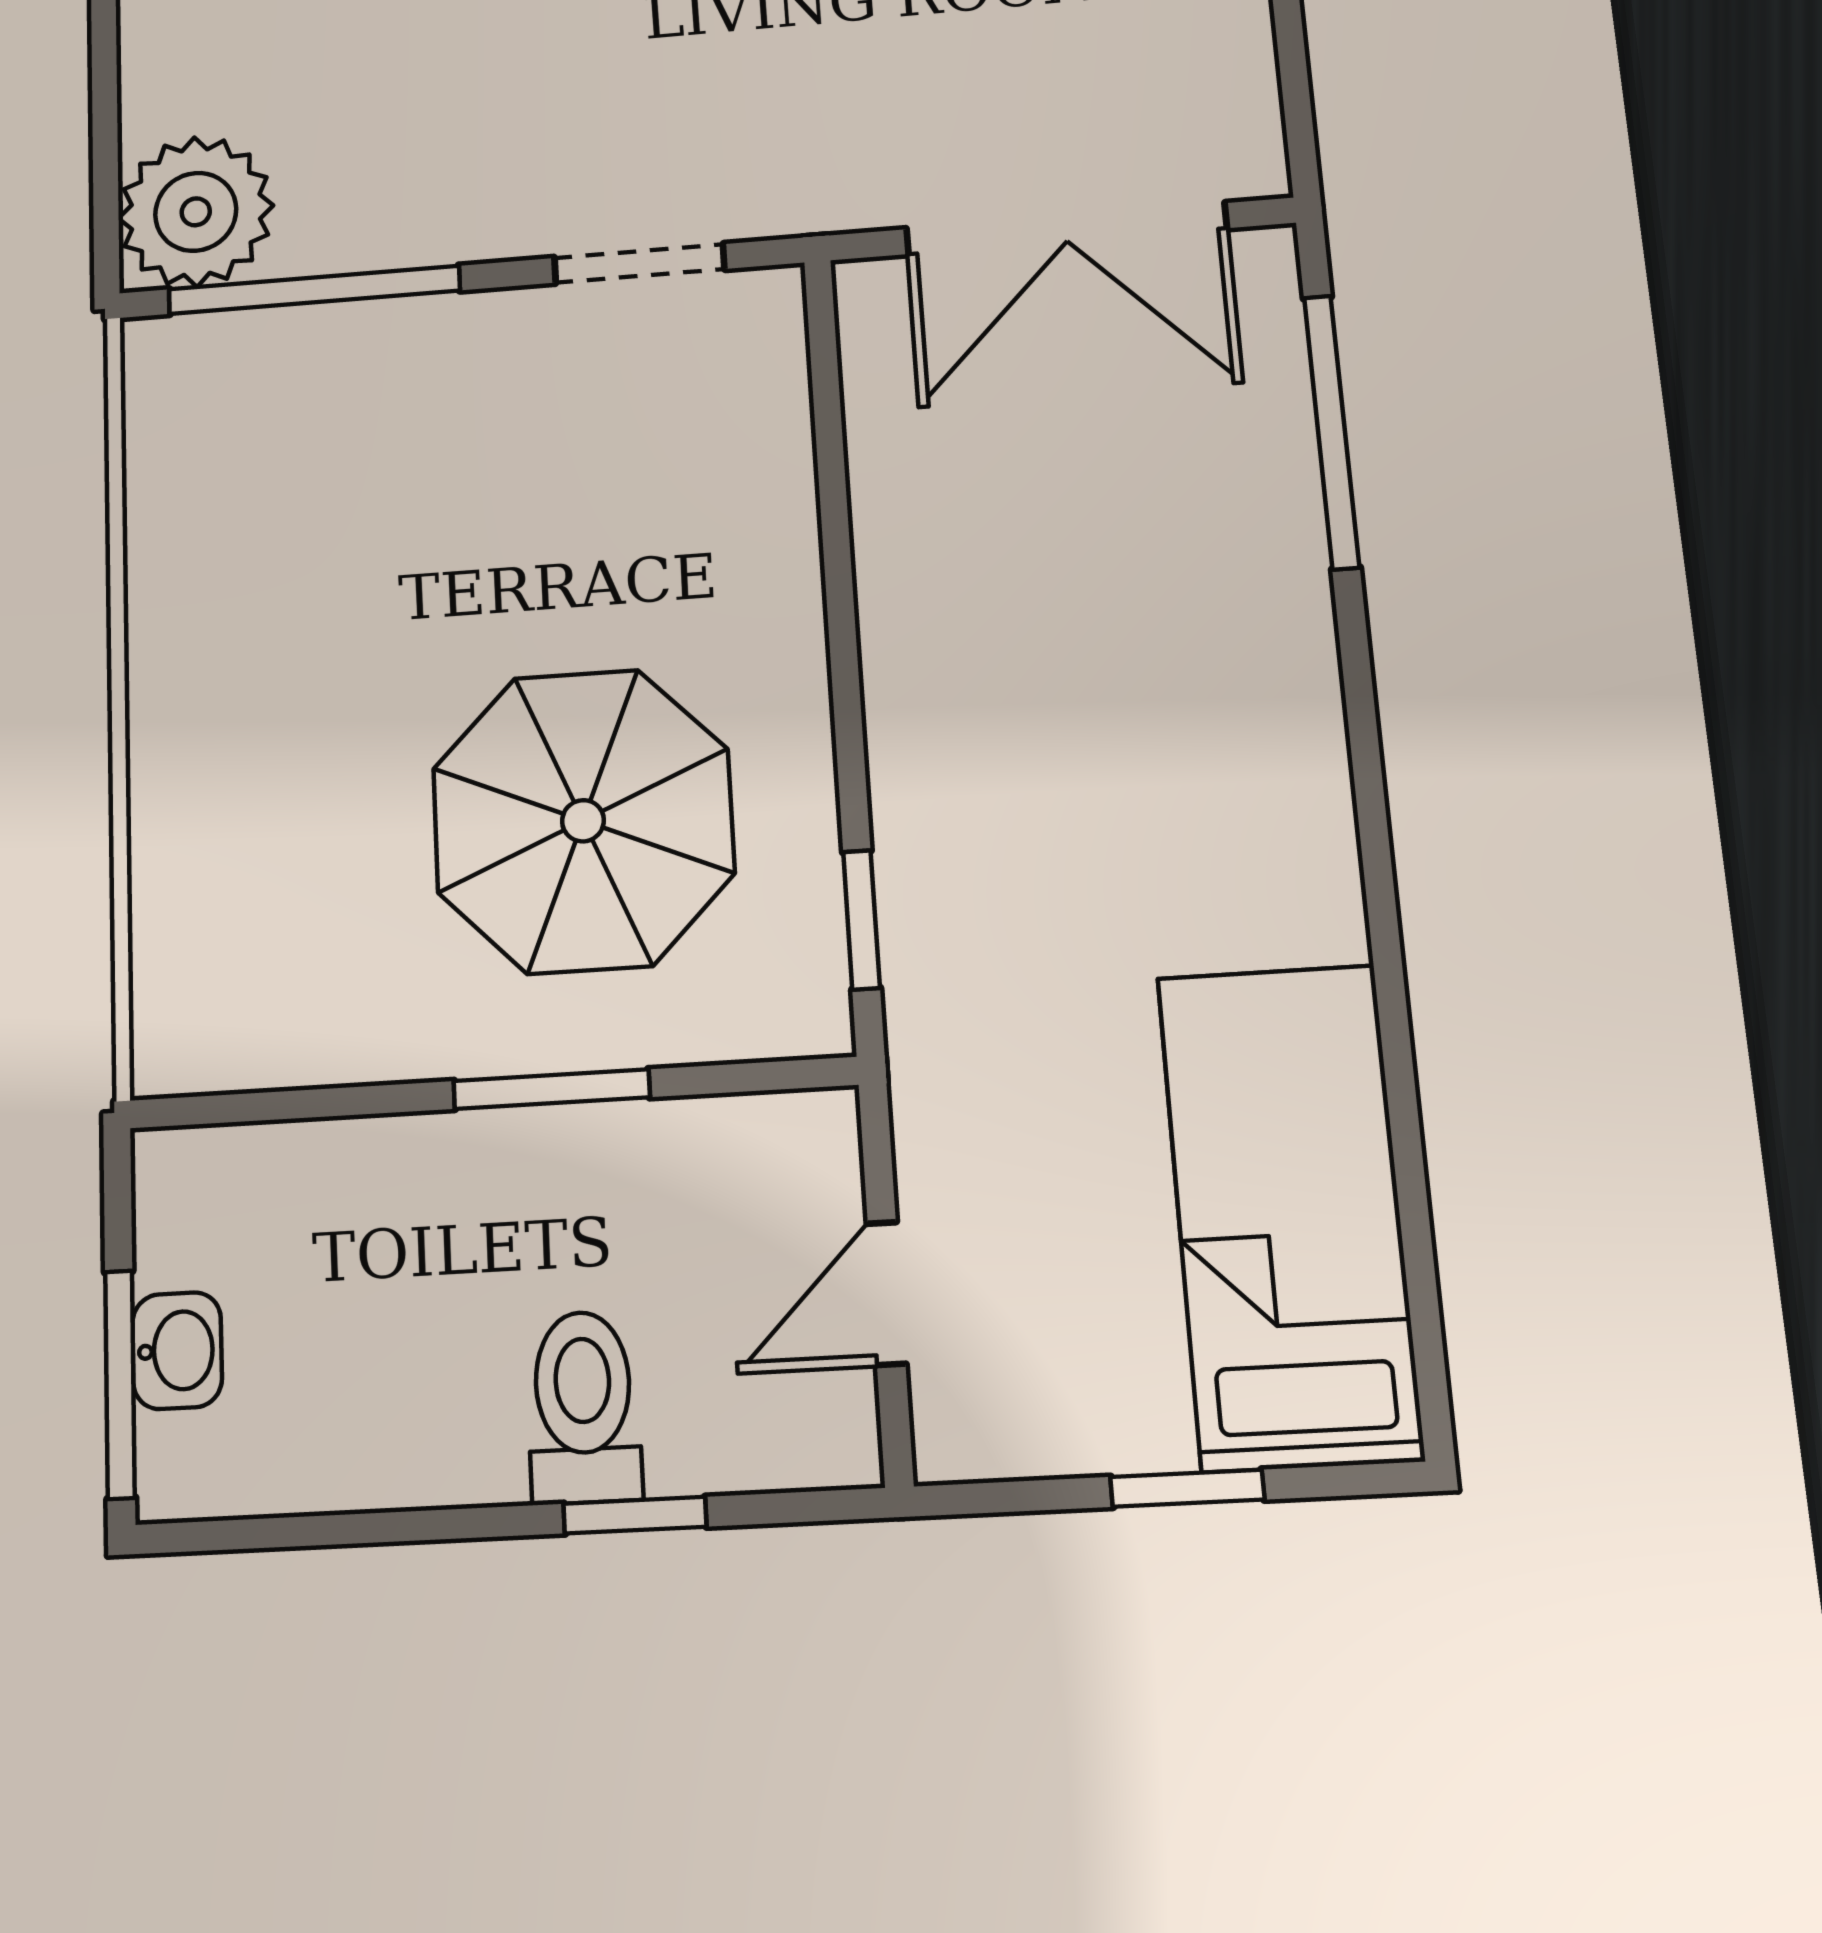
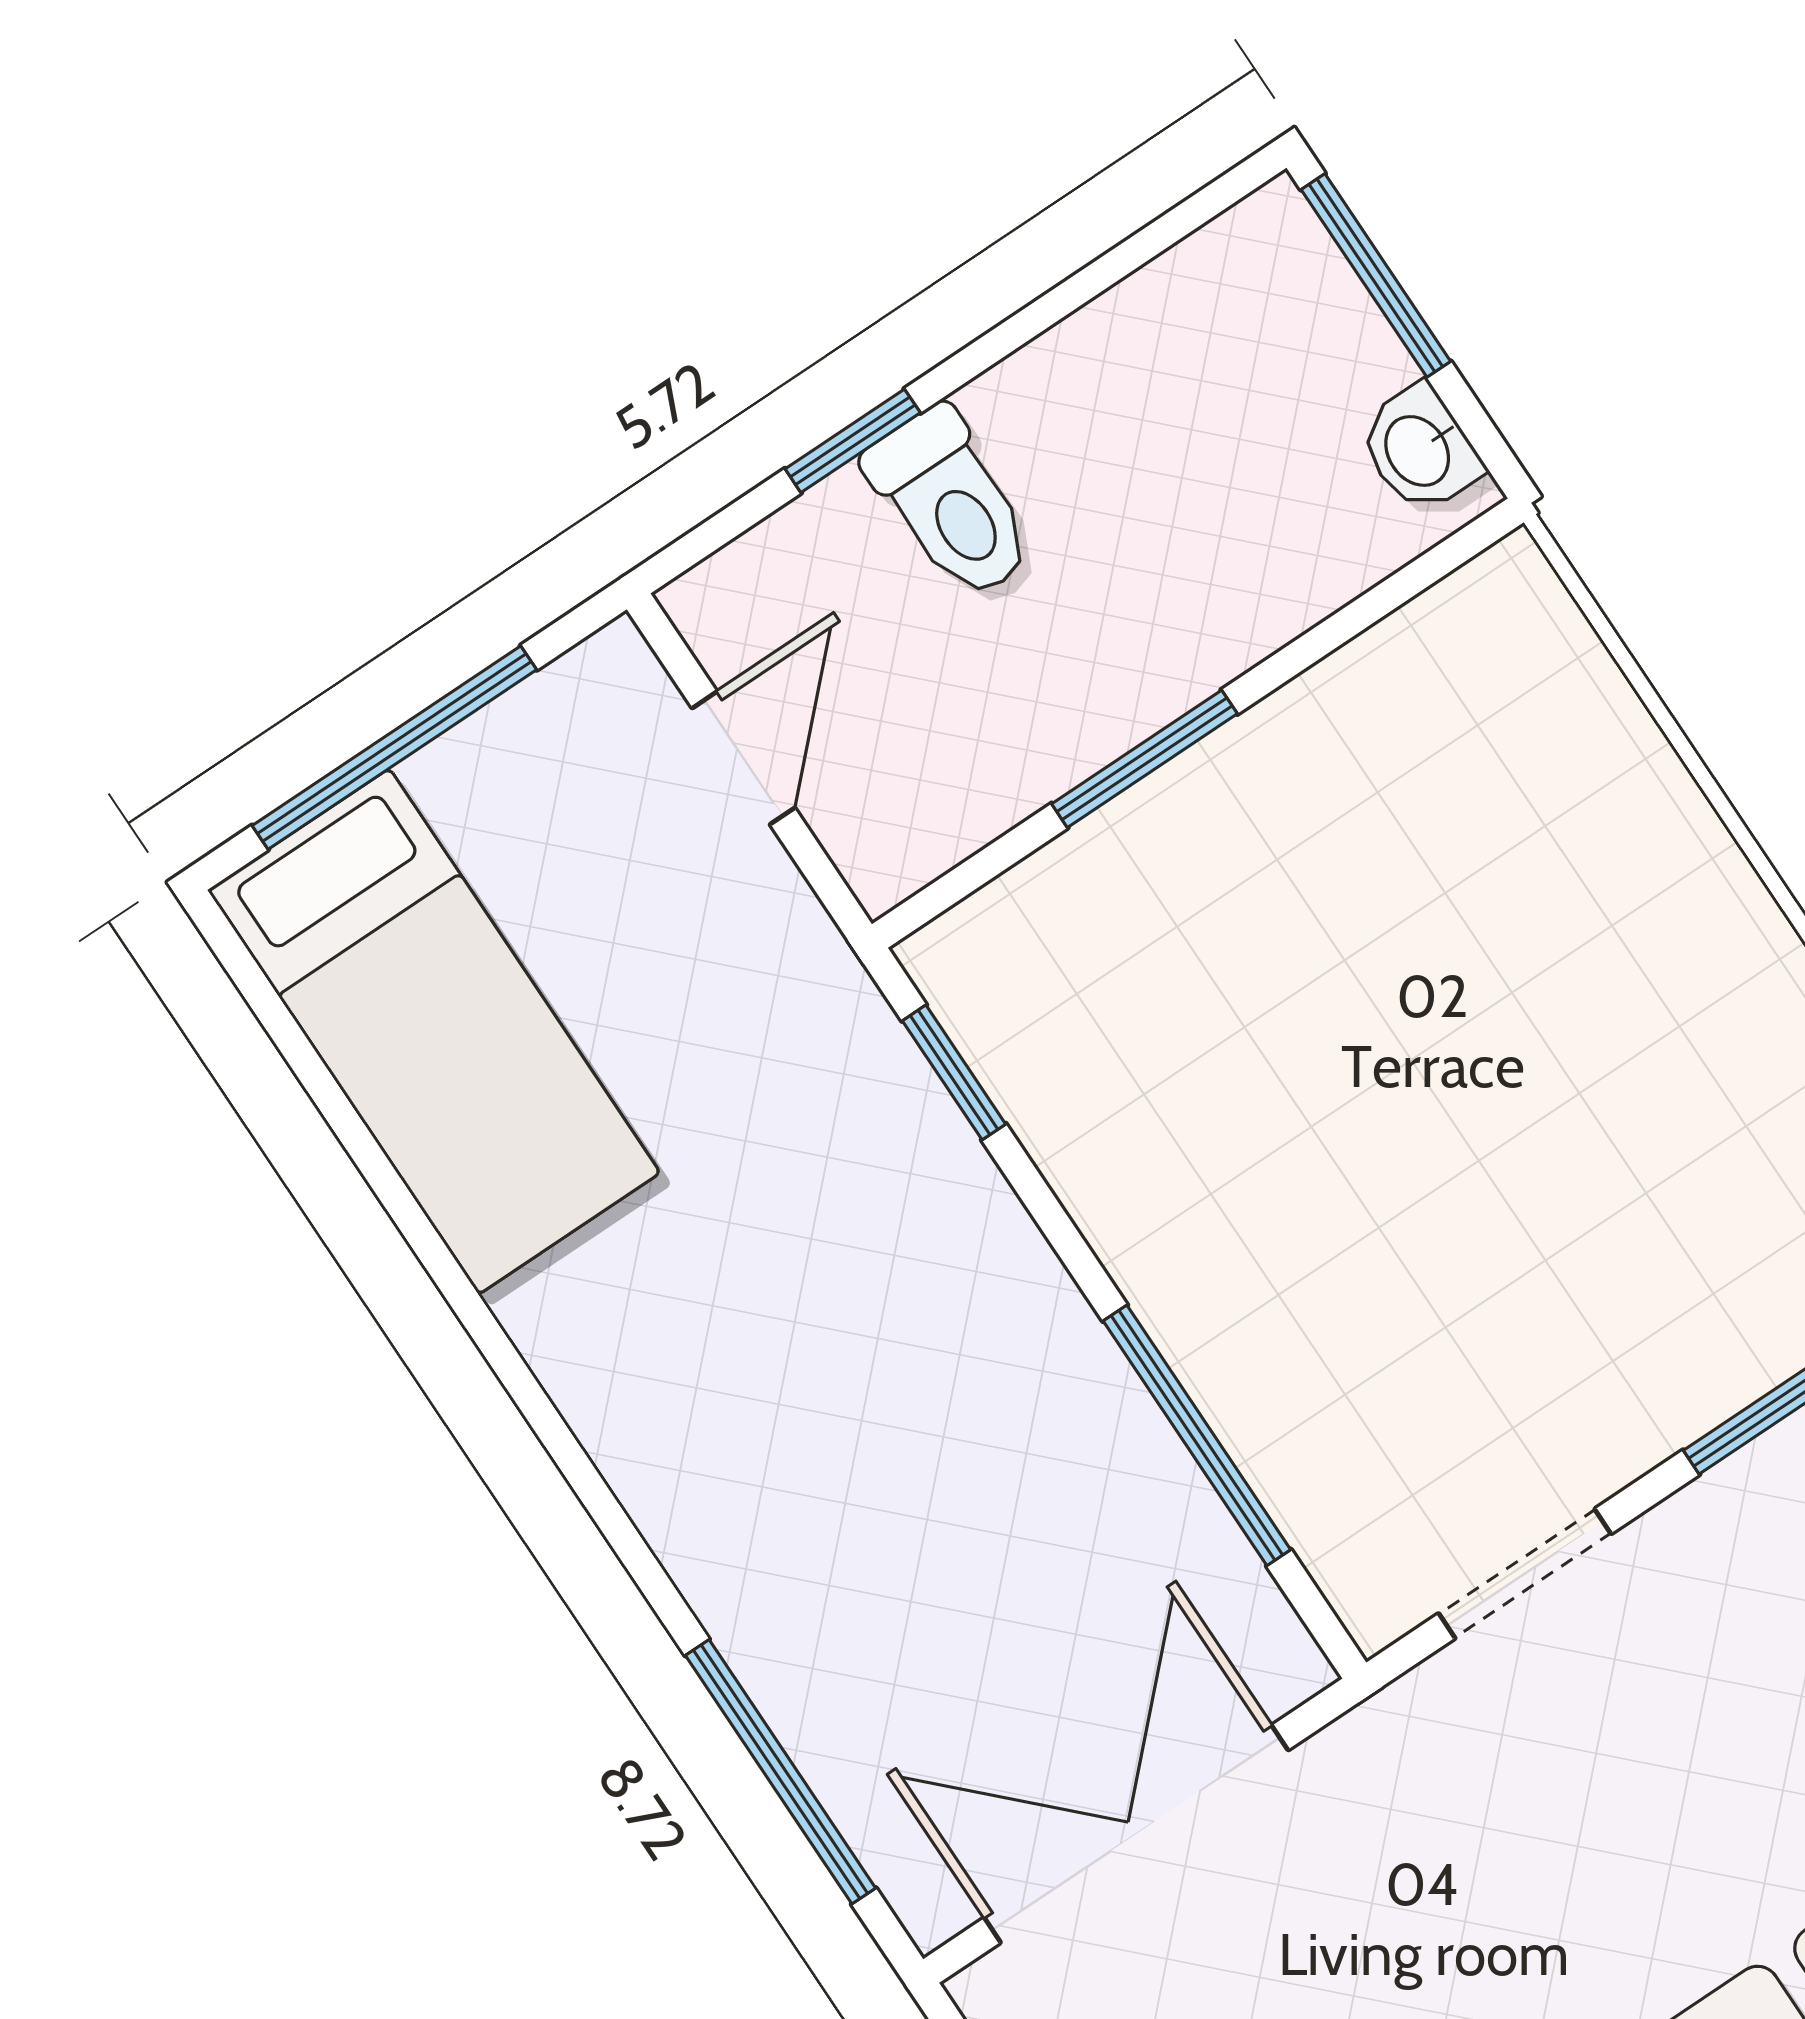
window: (834, 513) -> (1197, 1435), added
parasol: (583, 821) -> (1261, 1015), removed
washbasin: (177, 1351) -> (1419, 449), moved
window: (1187, 1488) -> (394, 748), width x2.17

